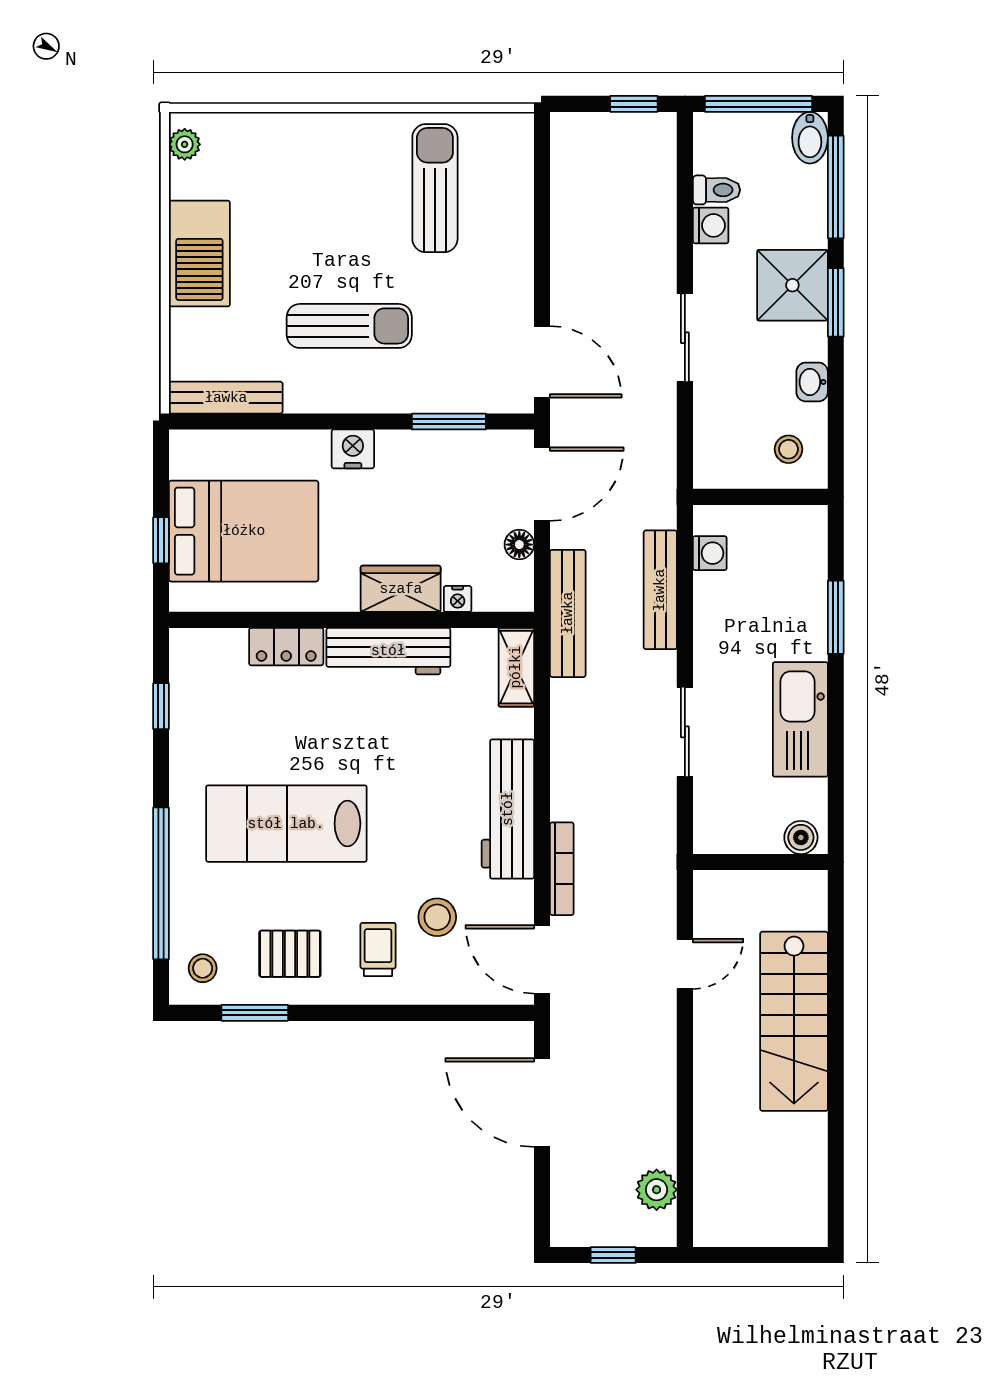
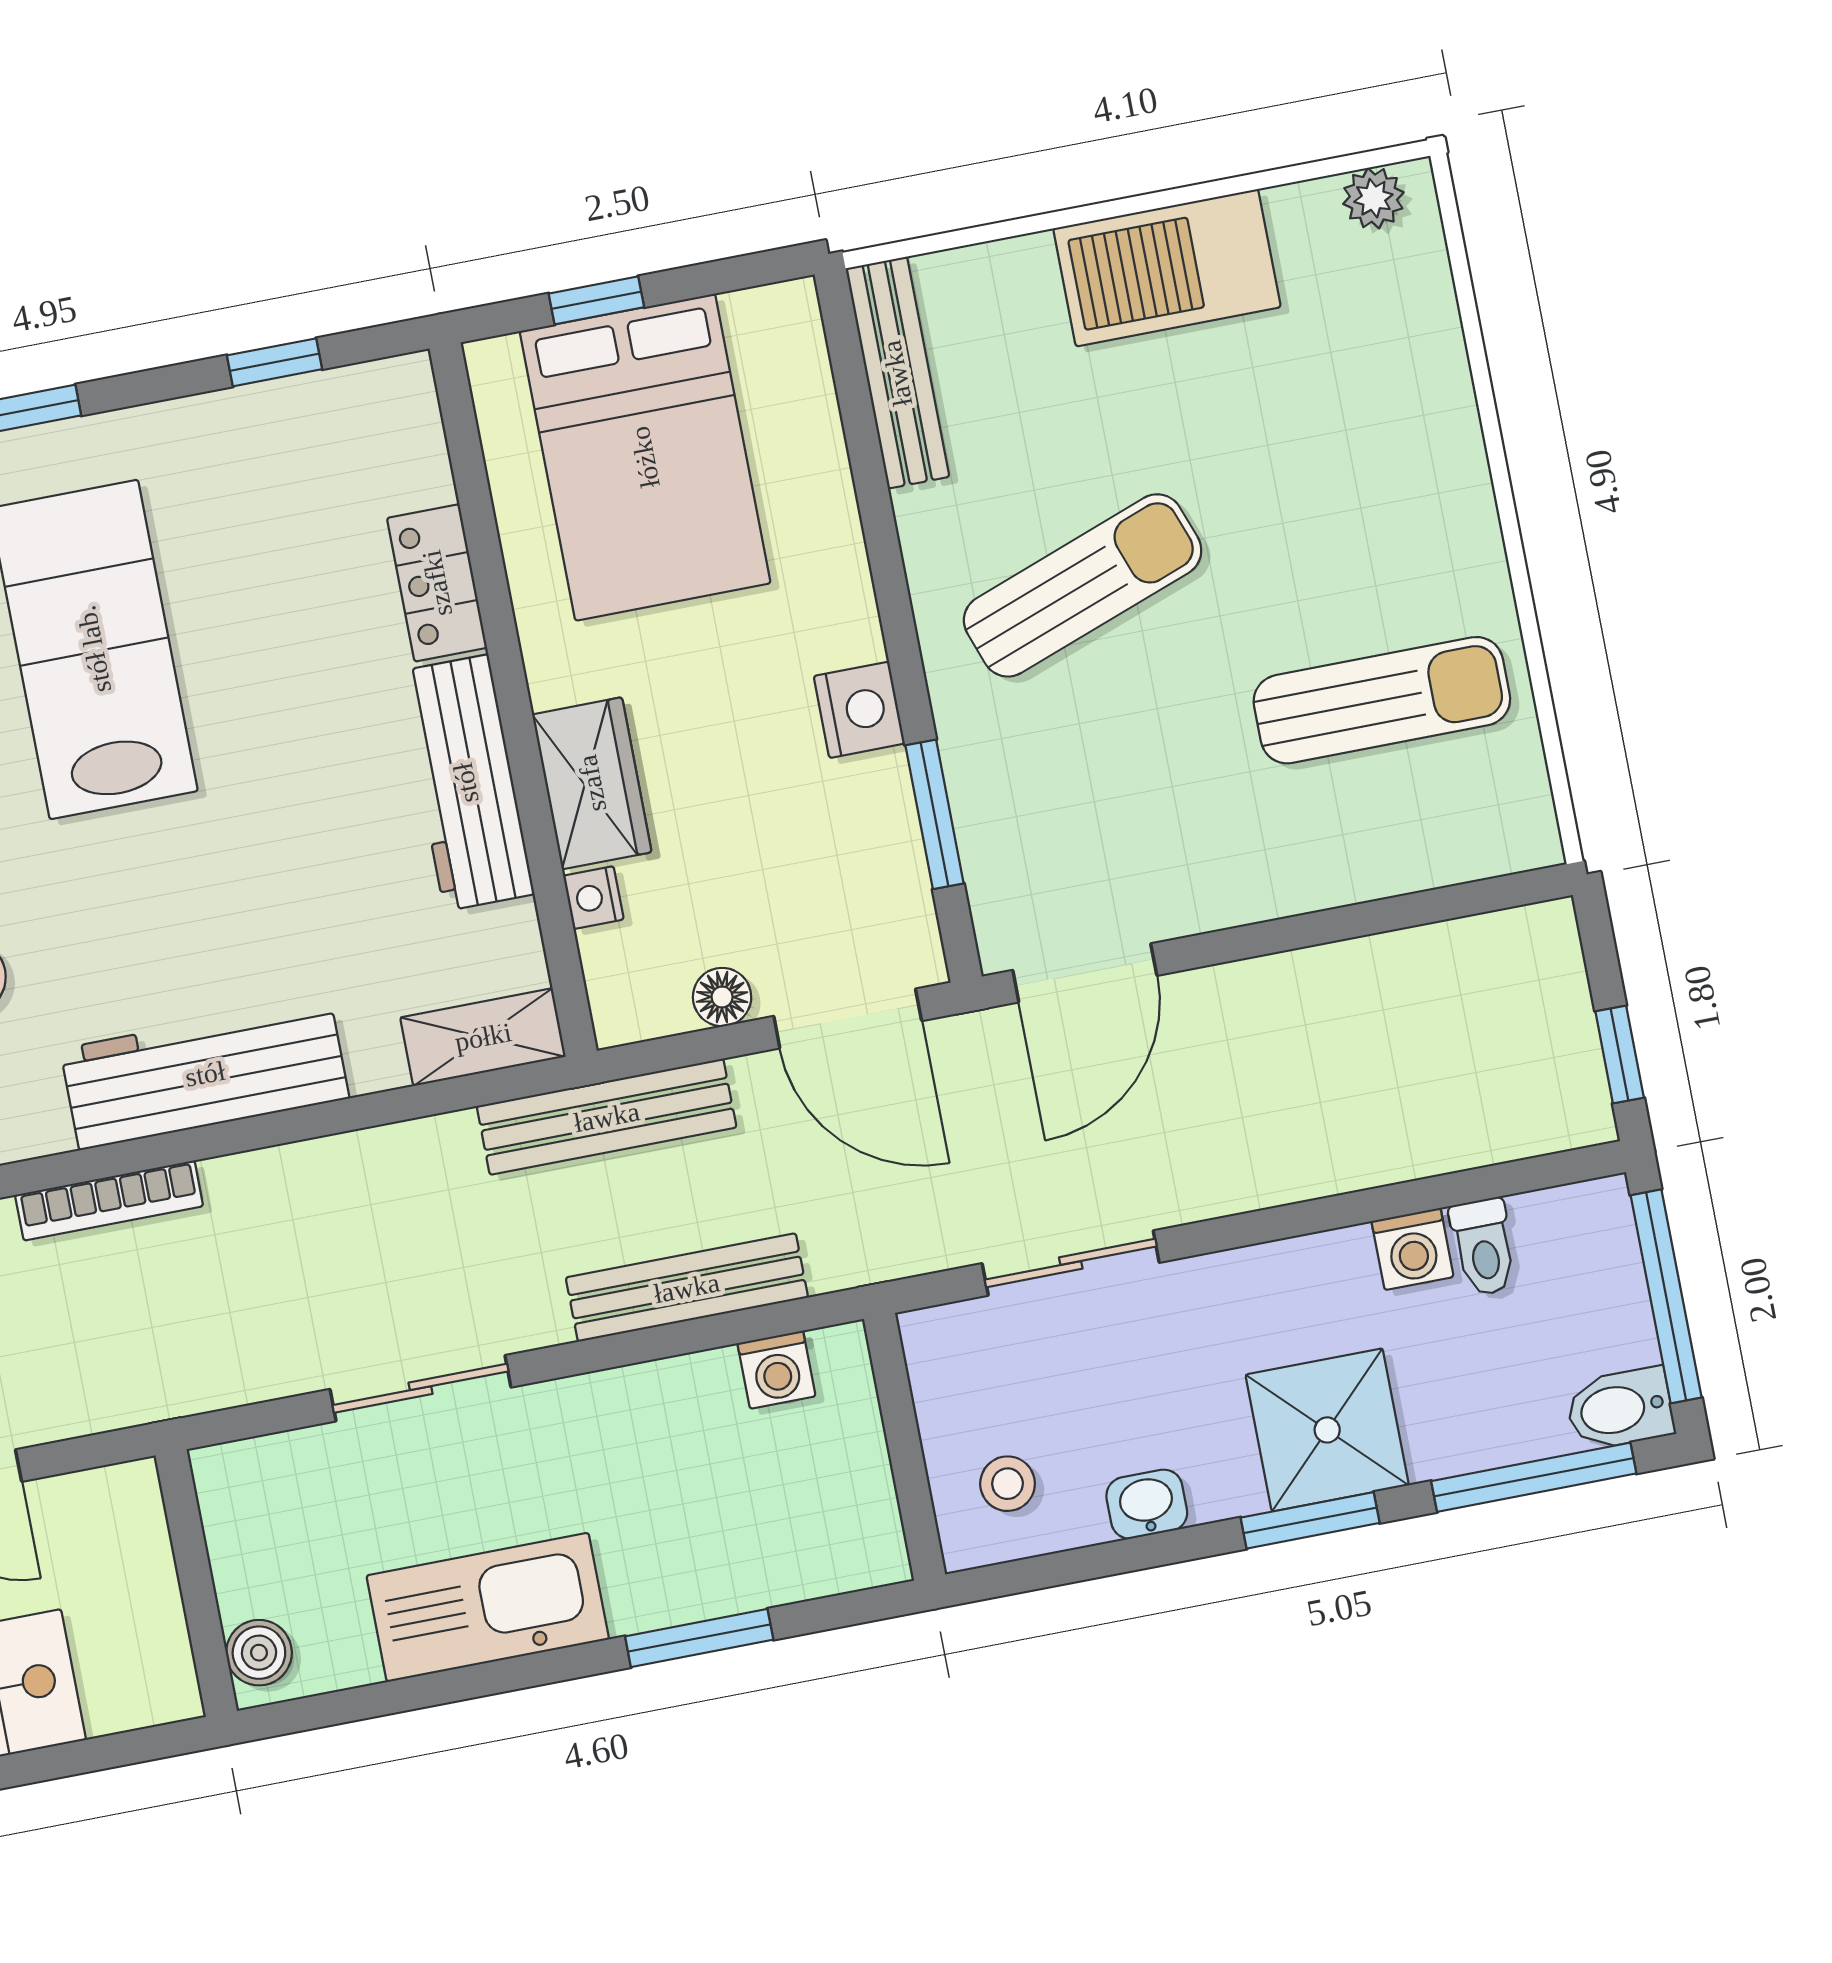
sun lounger: (349, 326) -> (1083, 585), turned -110
sliding door: (685, 338) -> (1071, 1263), moved
nightstand: (353, 449) -> (859, 710), moved

